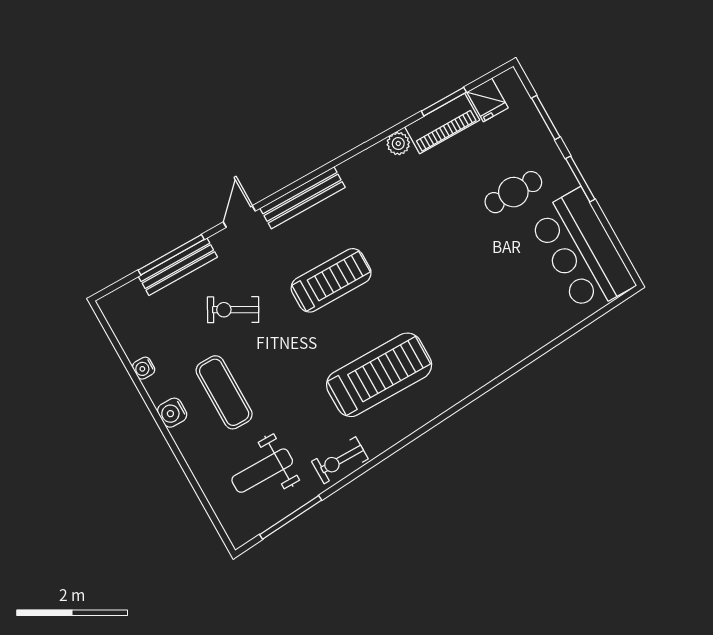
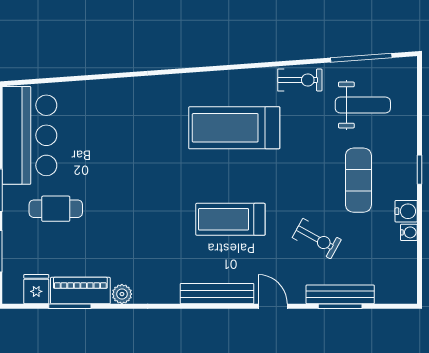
door: (239, 216) -> (273, 306), swing flipped
window: (171, 255) -> (340, 306), width x0.69
water cooler: (172, 413) -> (406, 211), moved
window: (168, 437) -> (420, 170), added

